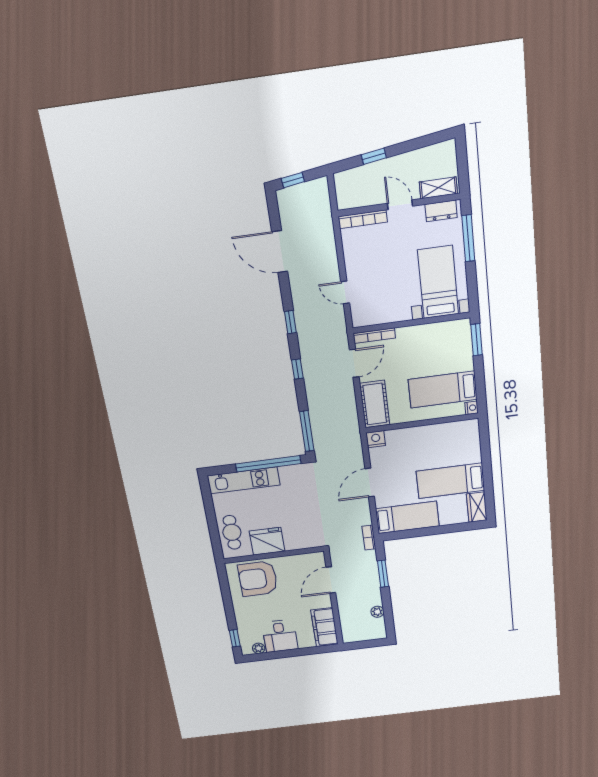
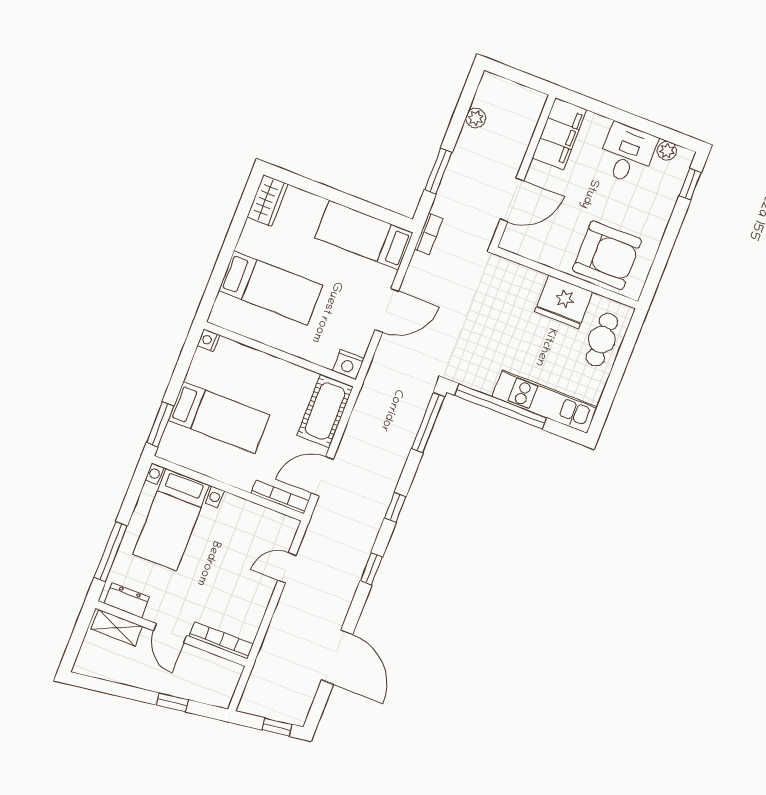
door: (345, 292) -> (287, 568), swing flipped
bed: (443, 389) -> (219, 418), moved
bed: (450, 481) -> (271, 288), moved

